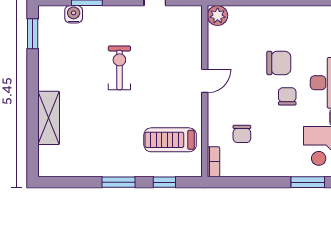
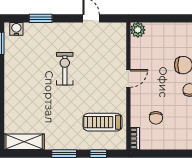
water cooler: (74, 14) -> (16, 29), moved
shelving: (49, 118) -> (24, 142), moved, turned 90

